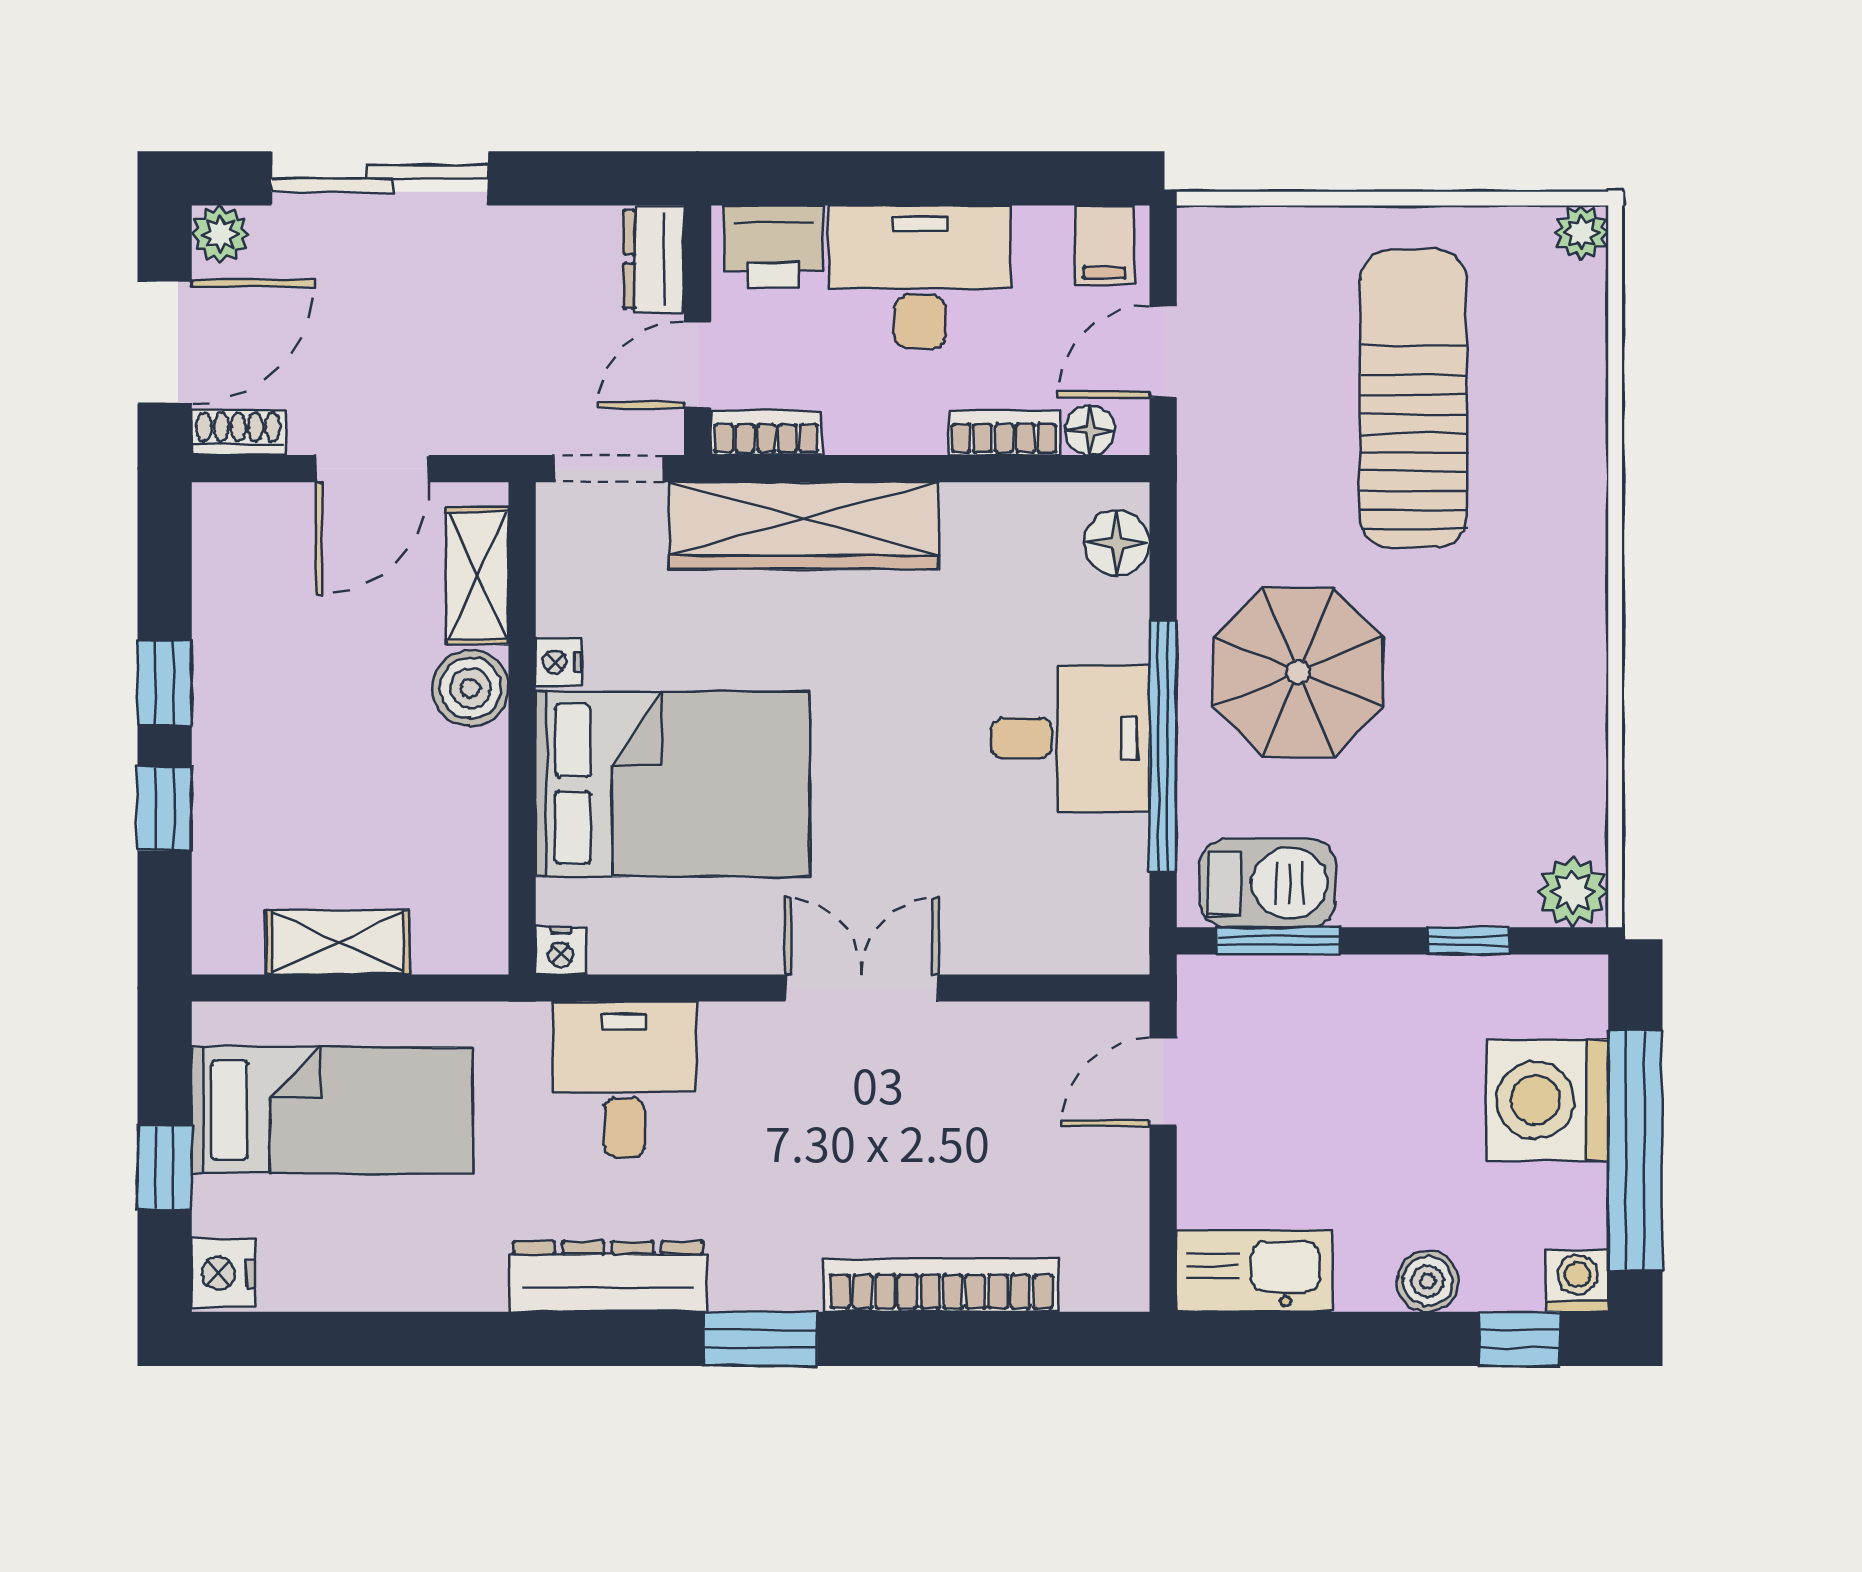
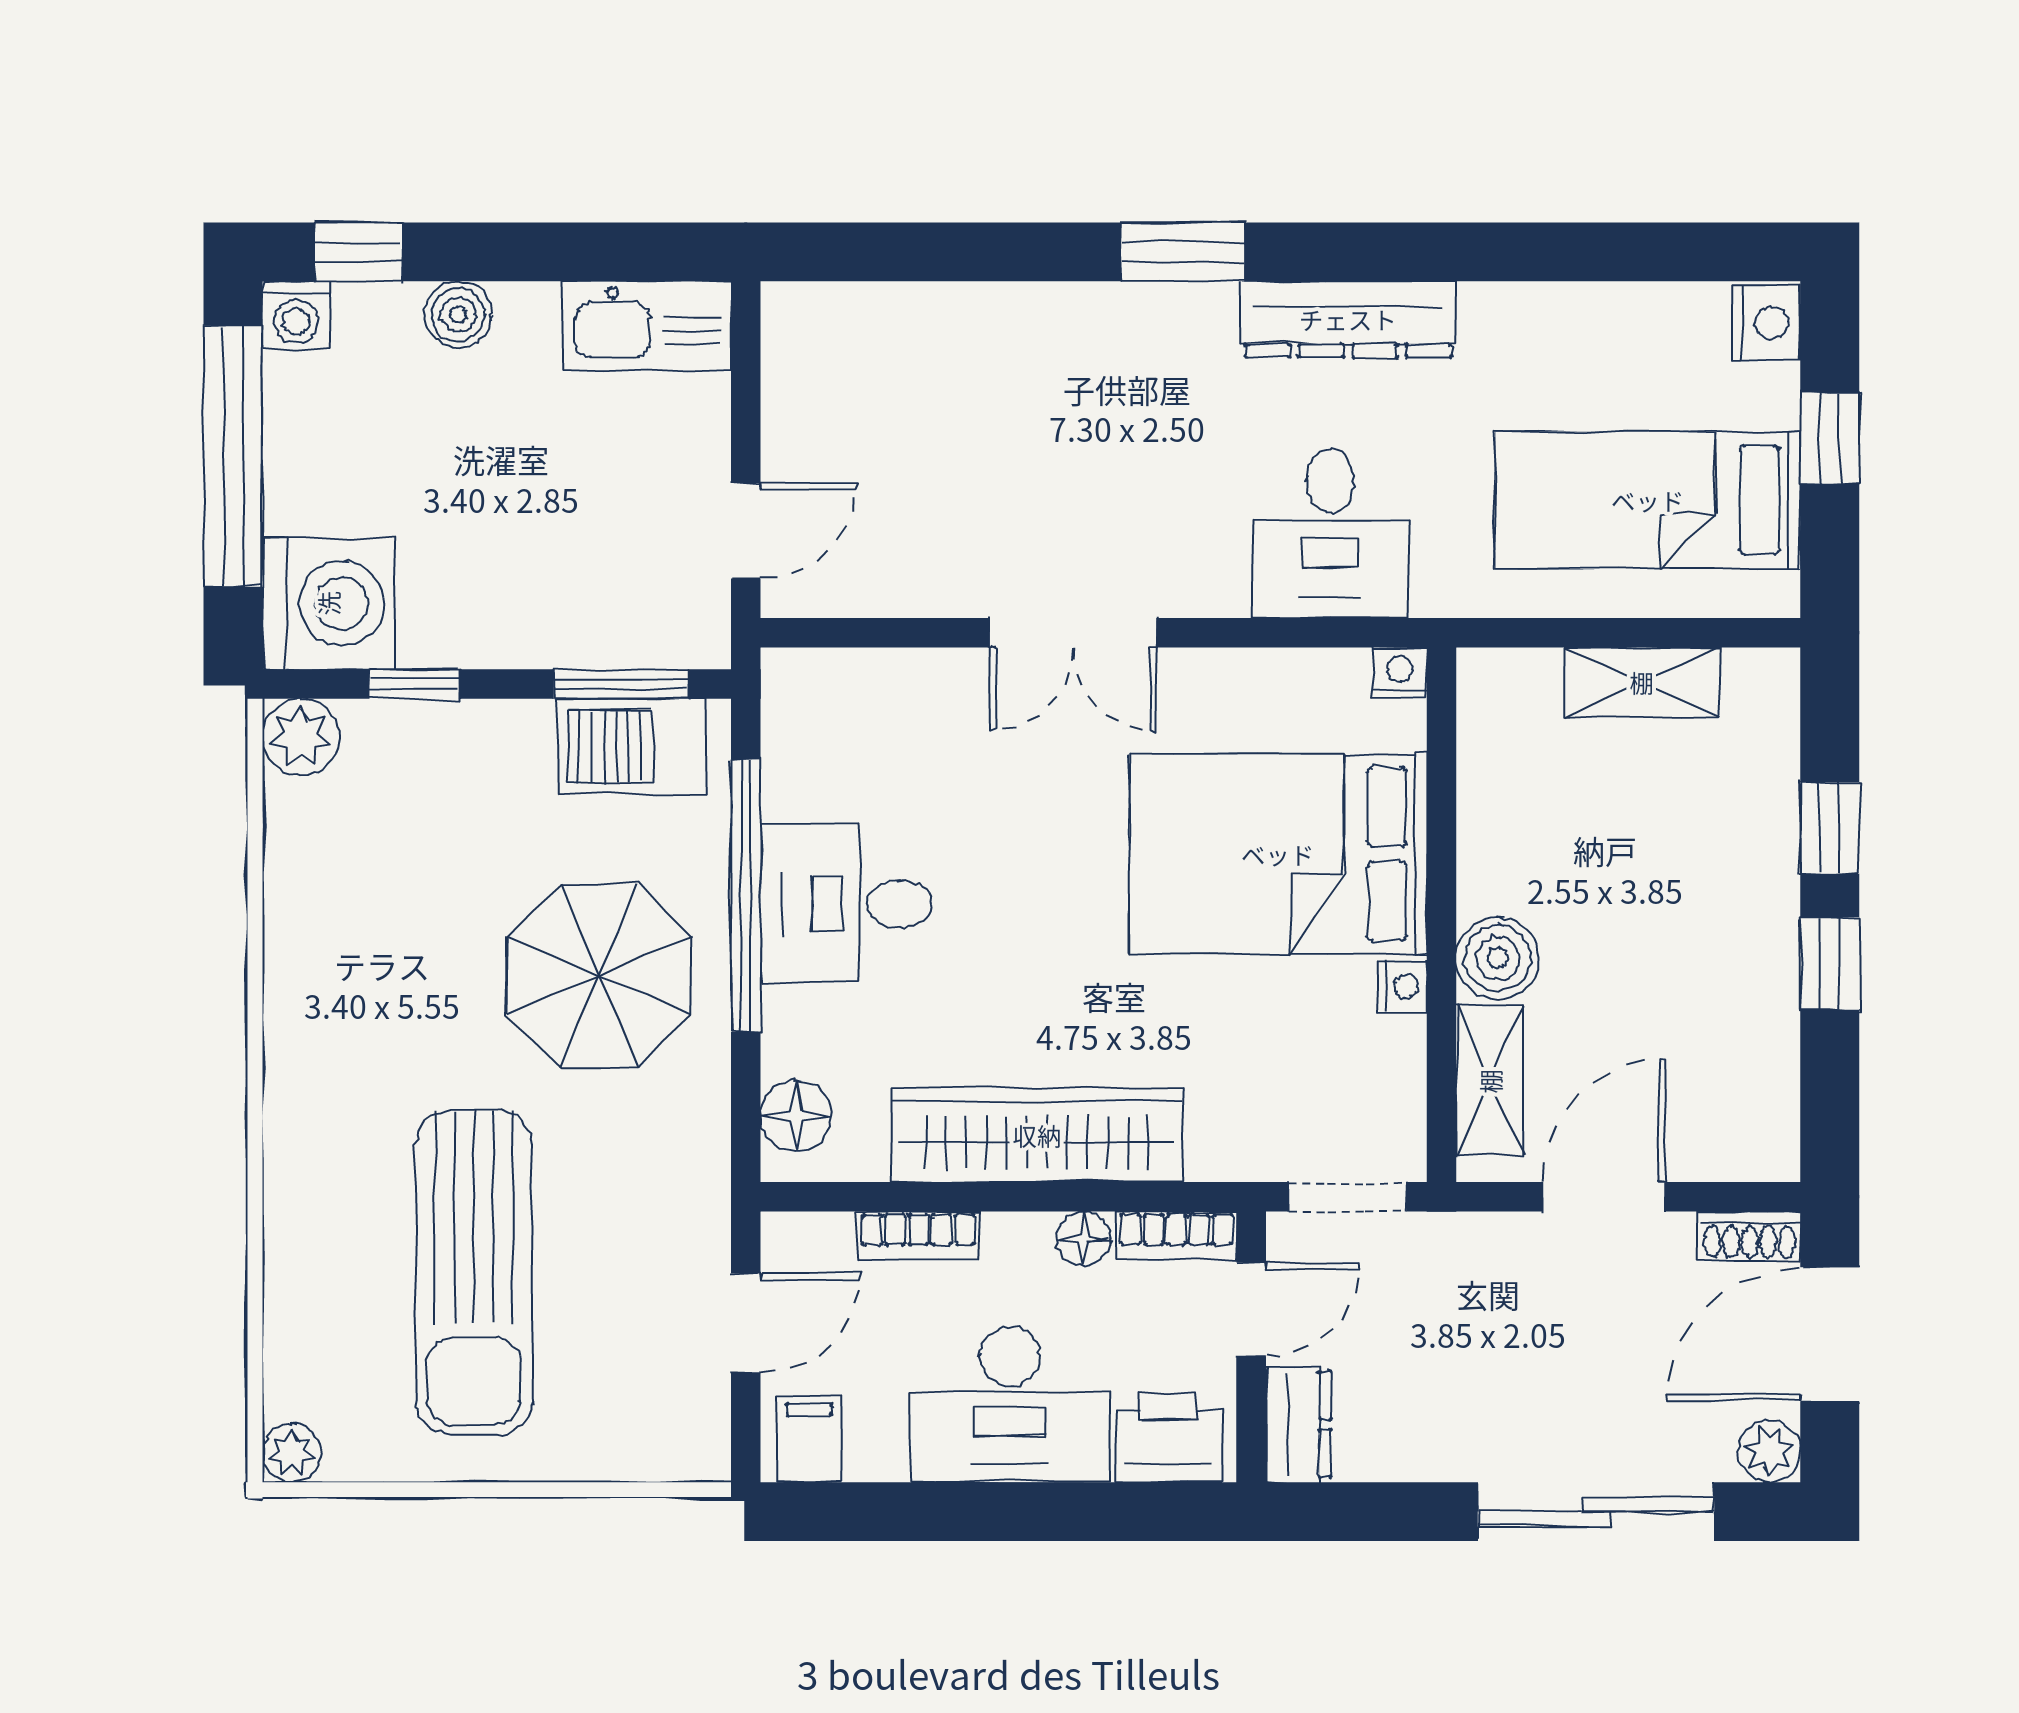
floor lamp: (1090, 430) -> (1084, 1238), moved
wardrobe: (804, 526) -> (1037, 1135), moved
washing machine: (1547, 1100) -> (328, 603), moved
bookcase: (941, 1285) -> (986, 310), removed

